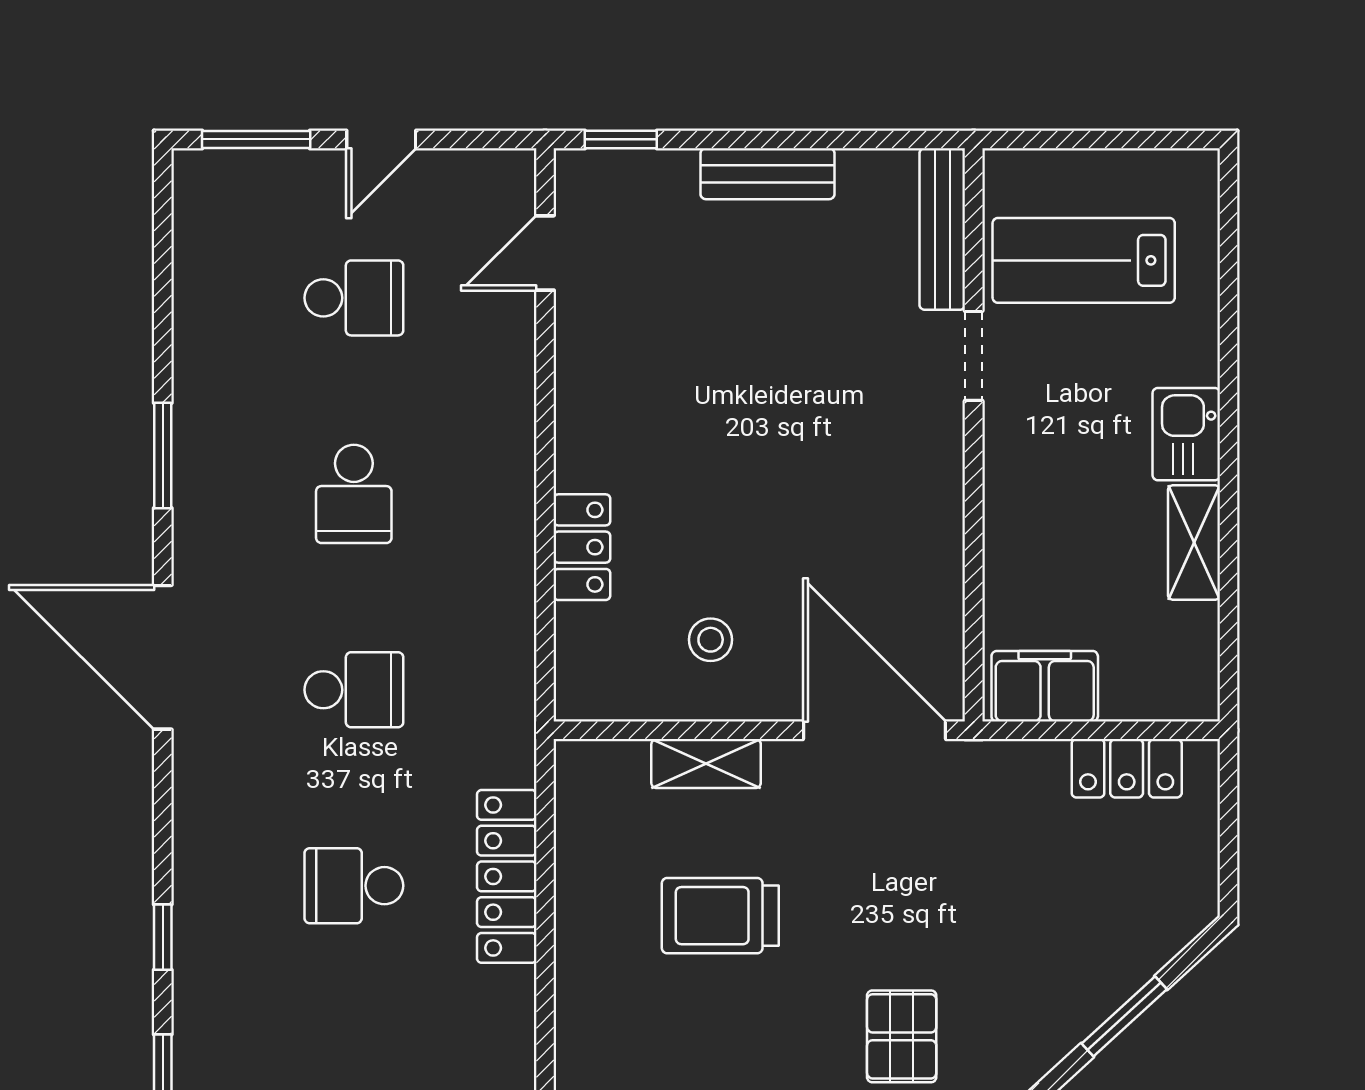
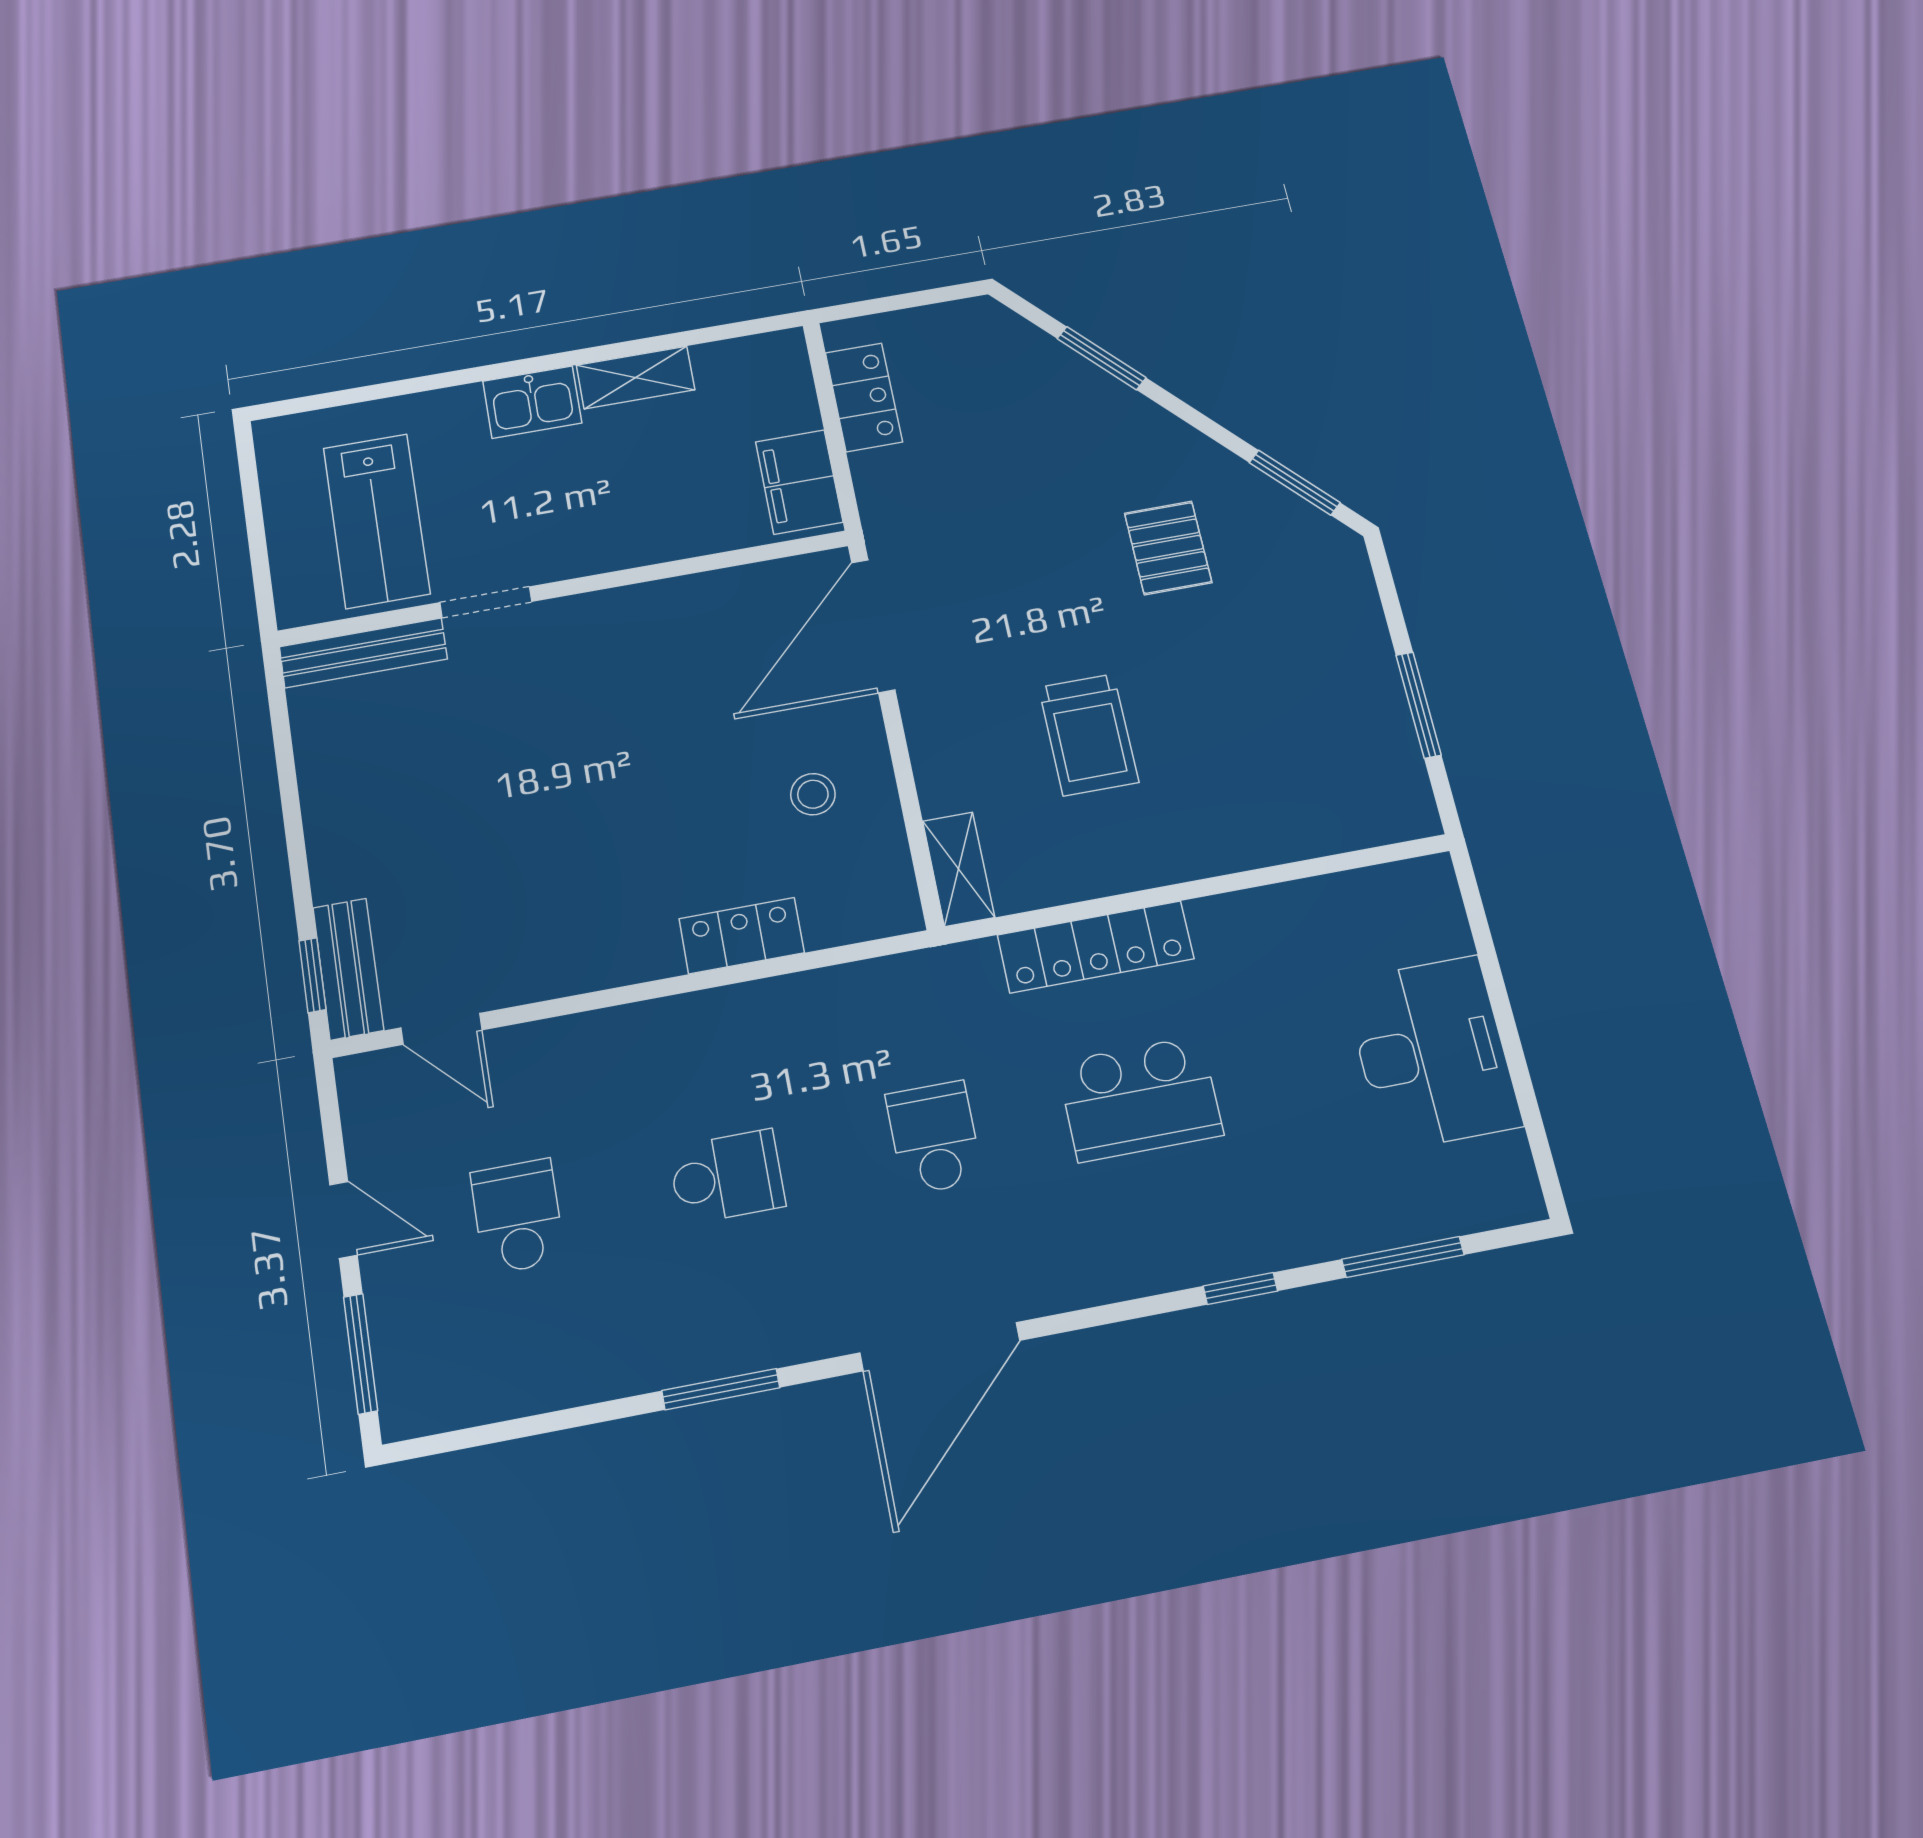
bench: (768, 174) -> (348, 969), moved
shelving: (706, 764) -> (959, 869), moved
school desk: (354, 886) -> (1140, 1099), width x1.85
pallet: (902, 1036) -> (1168, 548), turned 90

